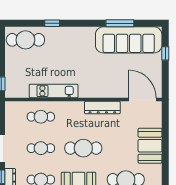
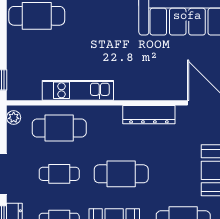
plant: (10, 110) -> (14, 117), added
cafe table: (41, 117) -> (59, 128), width x1.37, depth x1.35

